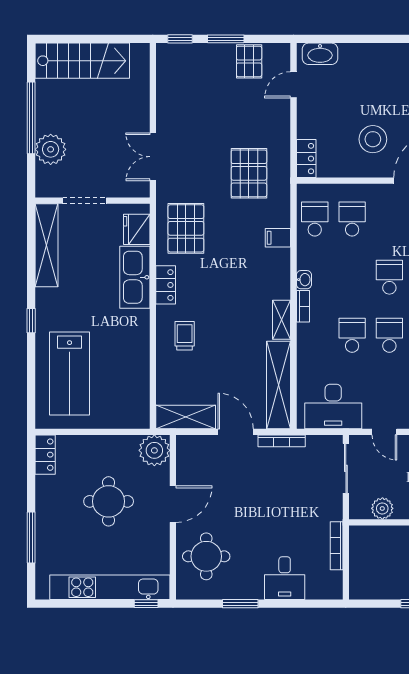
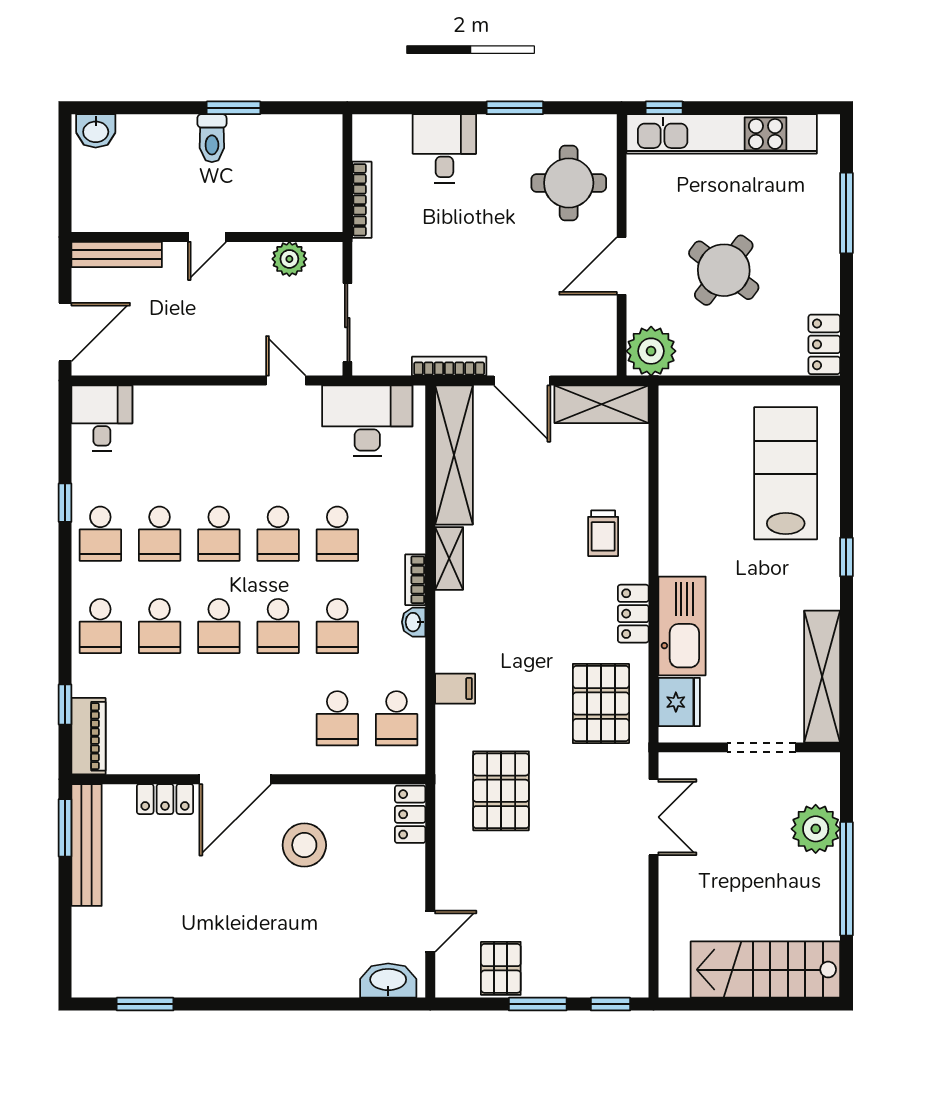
school desk: (352, 277) -> (337, 626), added
round table: (109, 501) -> (724, 270), turned 37

